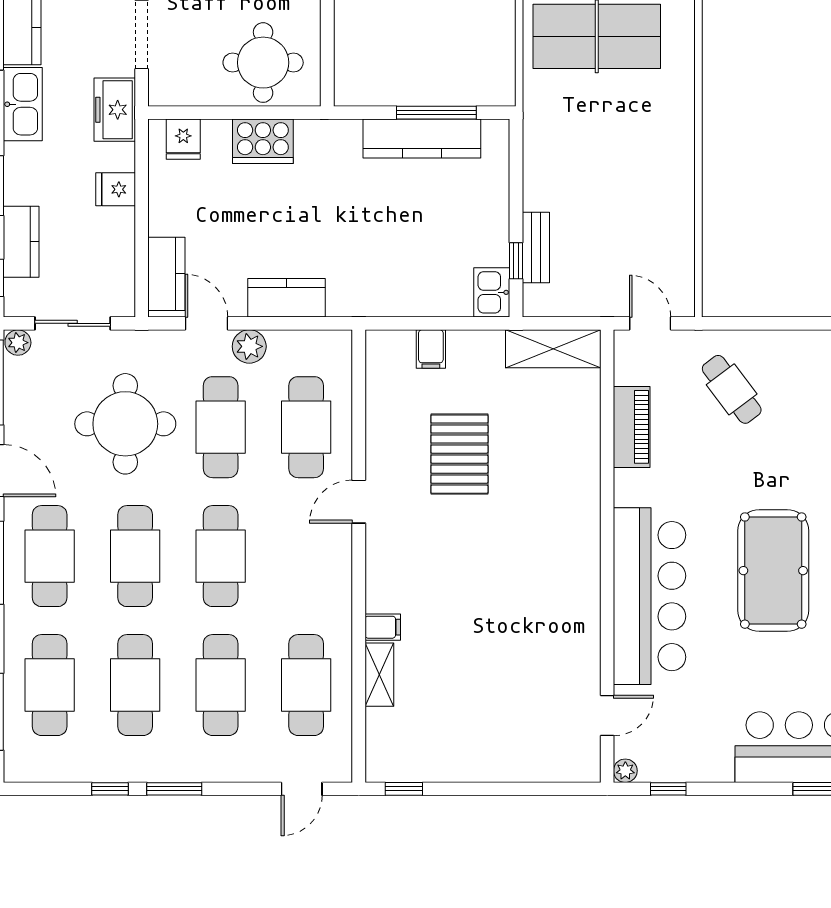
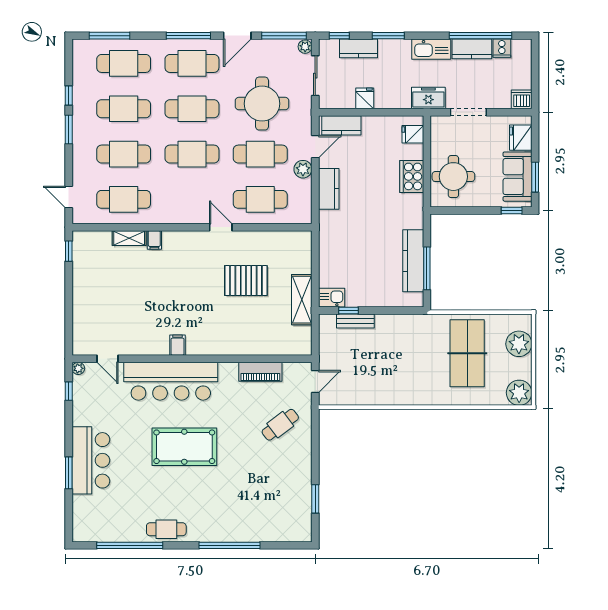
fridge: (116, 189) -> (365, 98), moved
filing cabinet: (431, 349) -> (177, 345), moved, turned 90
shelving: (553, 349) -> (302, 300), moved

